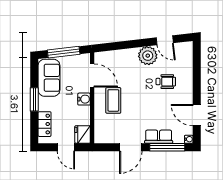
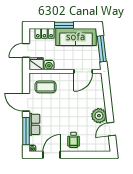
sofa: (49, 78) -> (76, 37), width x1.36
wheelchair: (166, 82) -> (74, 140), moved
water cooler: (84, 99) -> (49, 65), moved
coffee table: (113, 100) -> (45, 87), moved

